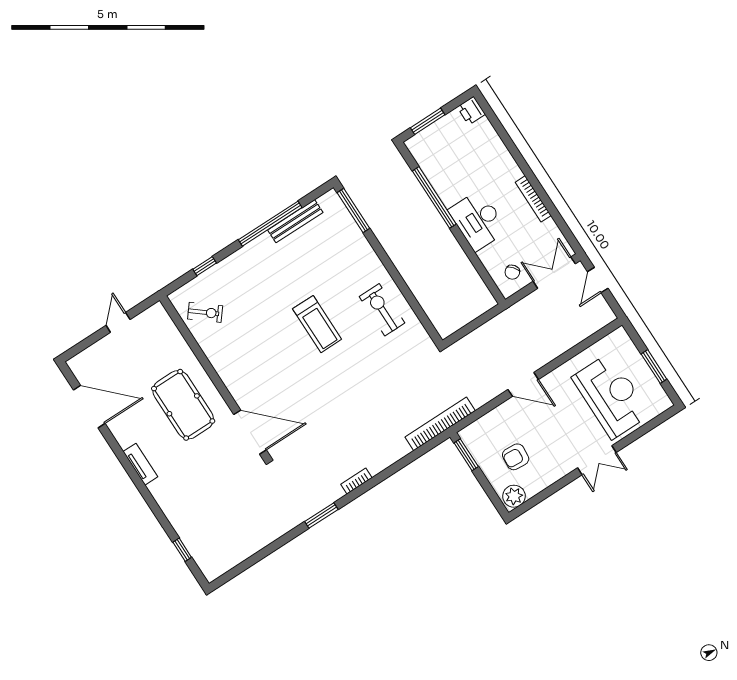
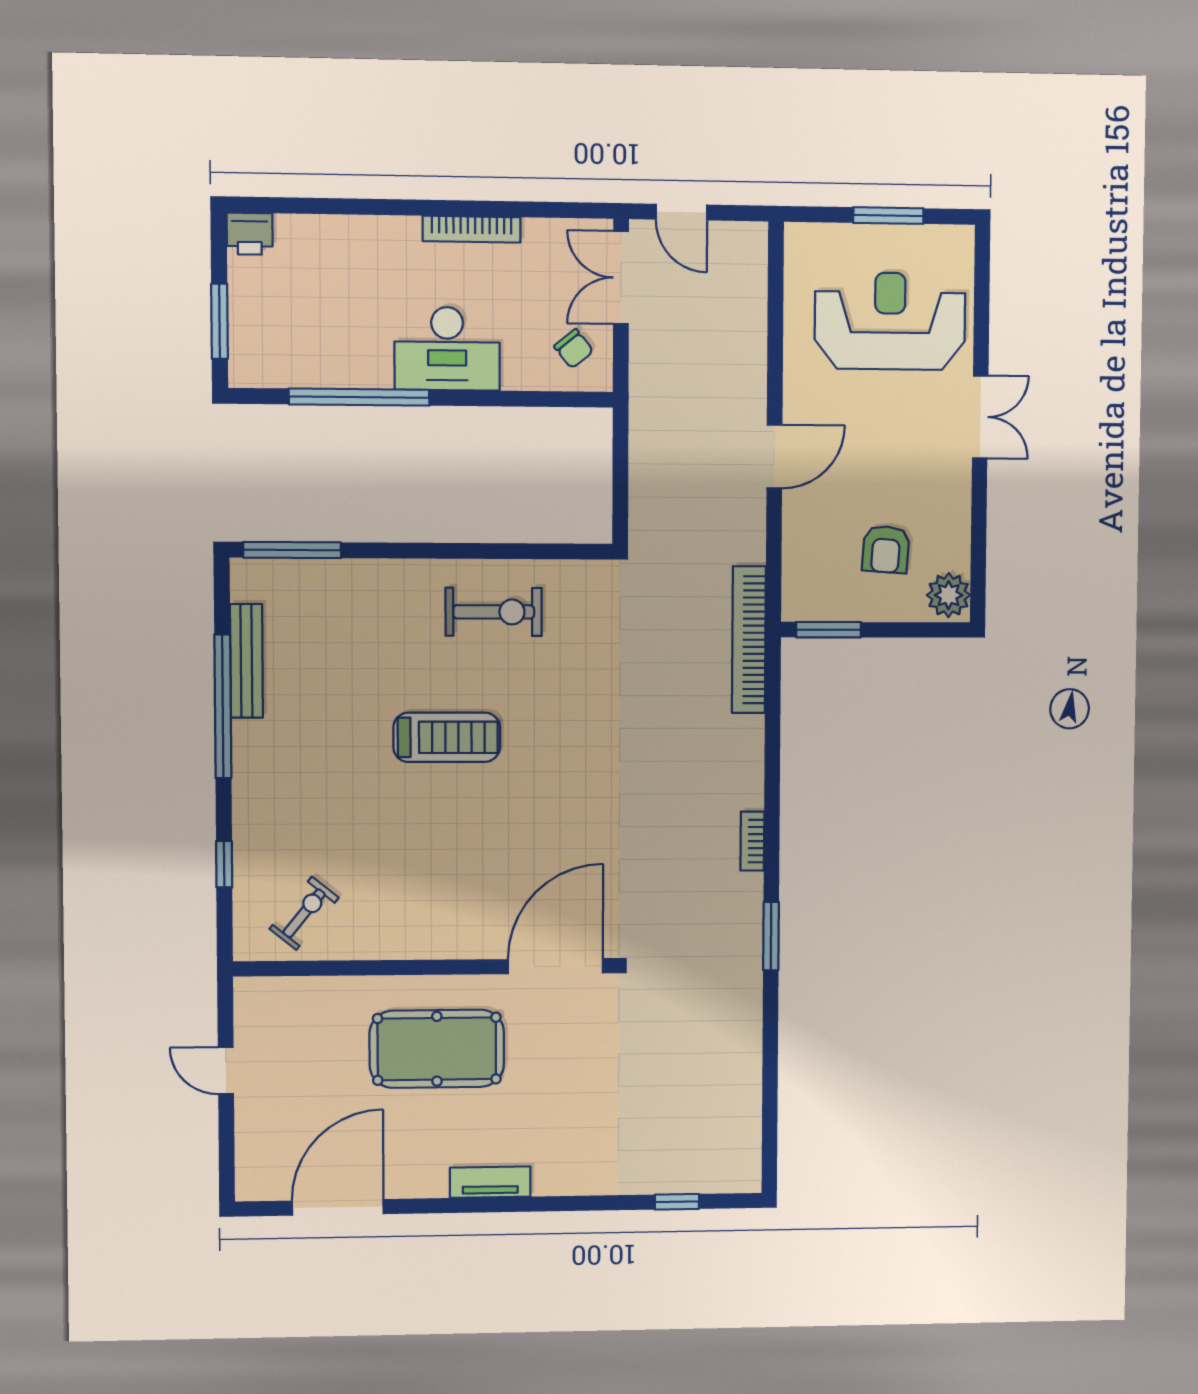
exercise bike: (382, 310) -> (494, 612), turned 180

